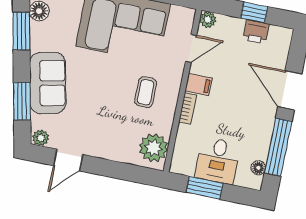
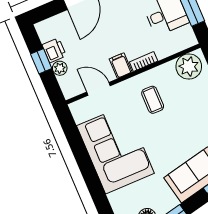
plant: (208, 20) -> (60, 68), moved
coffee table: (146, 92) -> (153, 100), turned 90

